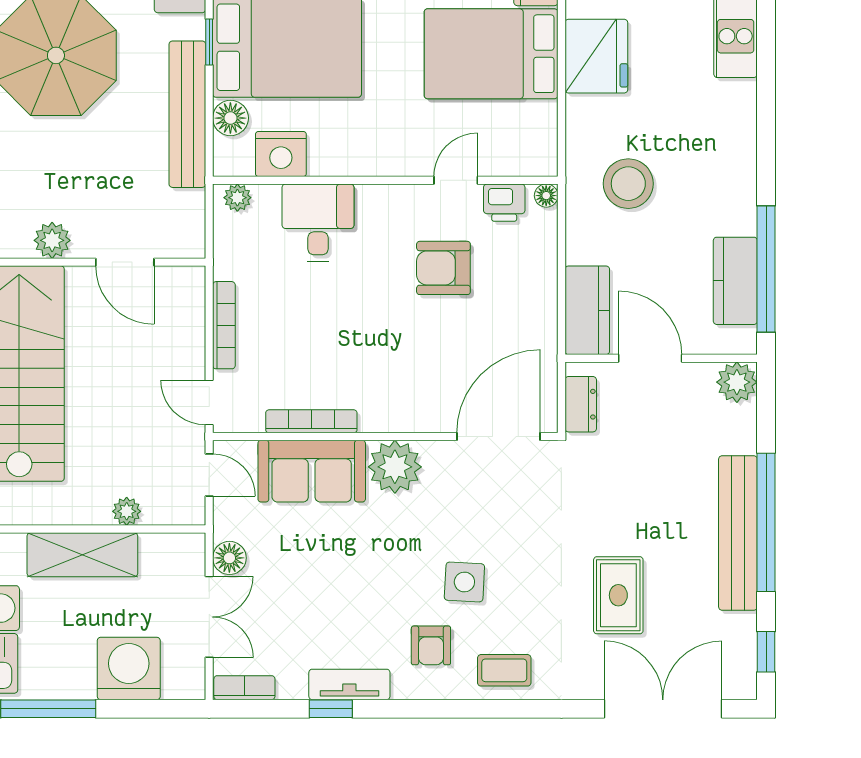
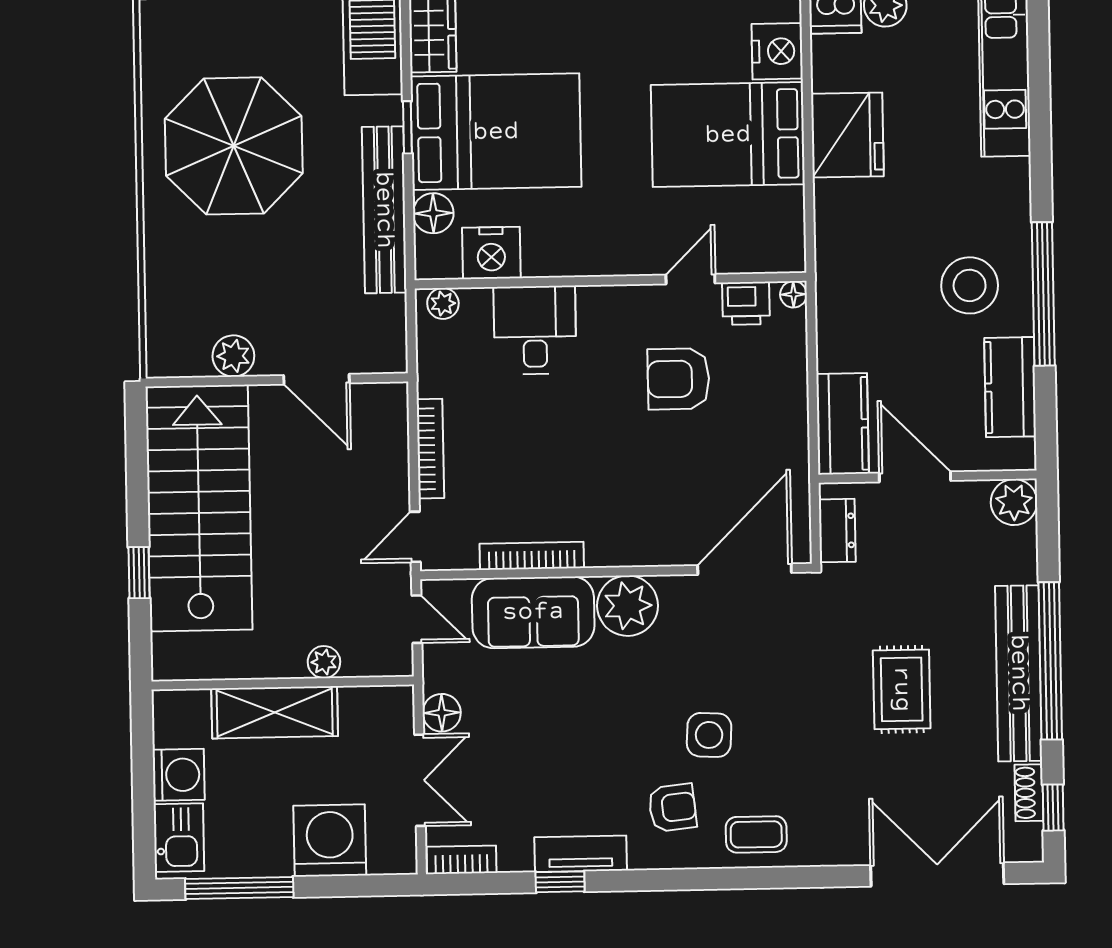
stool: (628, 184) -> (970, 285), moved
window: (766, 269) -> (1043, 294), moved
door: (209, 403) -> (415, 537), hinge flipped
rug: (618, 595) -> (902, 689), moved
shoe rack: (745, 638) -> (1029, 793), added
armchair: (431, 645) -> (672, 808), turned -96

